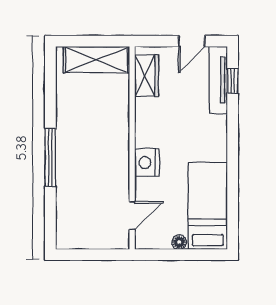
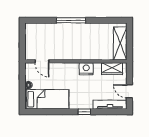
window: (233, 81) -> (84, 112), moved
nightstand: (147, 163) -> (86, 69), moved

